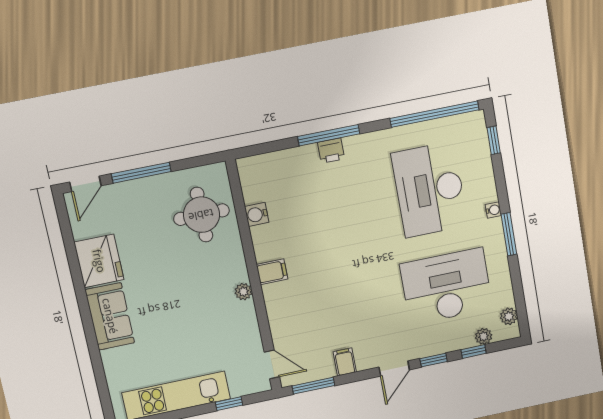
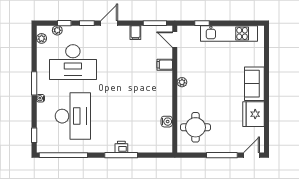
filing cabinet: (272, 272) -> (165, 65), moved

